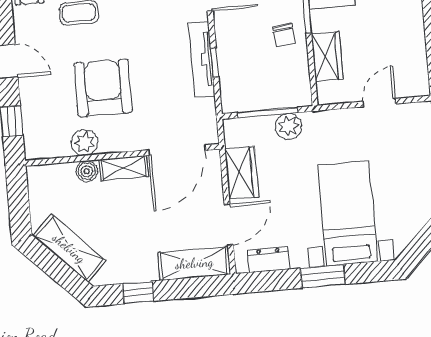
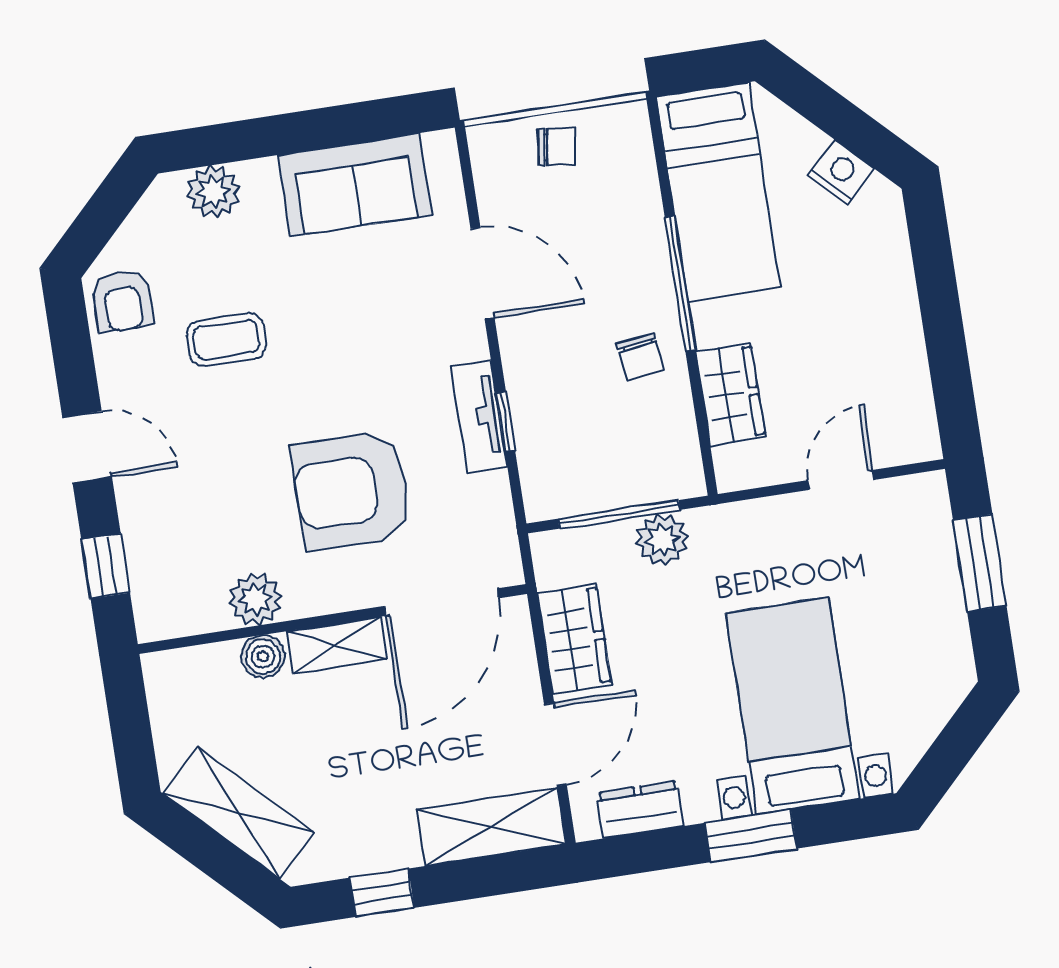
tv unit: (202, 59) -> (479, 416), width x0.71
armchair: (103, 88) -> (351, 491), moved, turned -90

